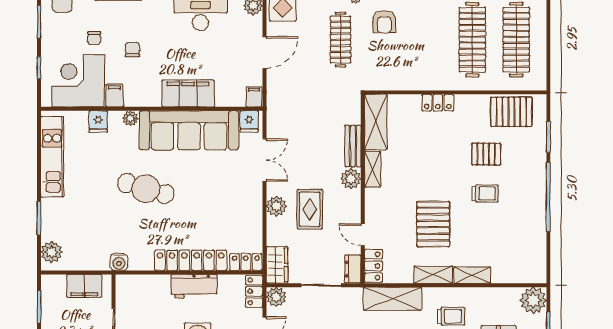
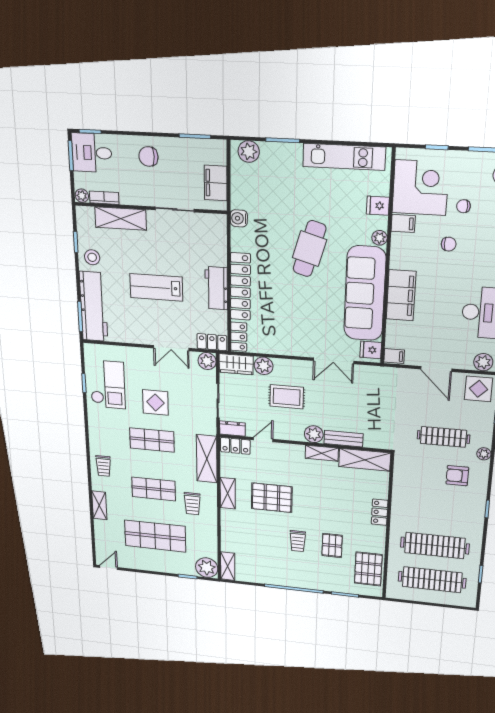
plant: (276, 206) -> (264, 366), moved
shelving: (472, 275) -> (228, 566), moved

